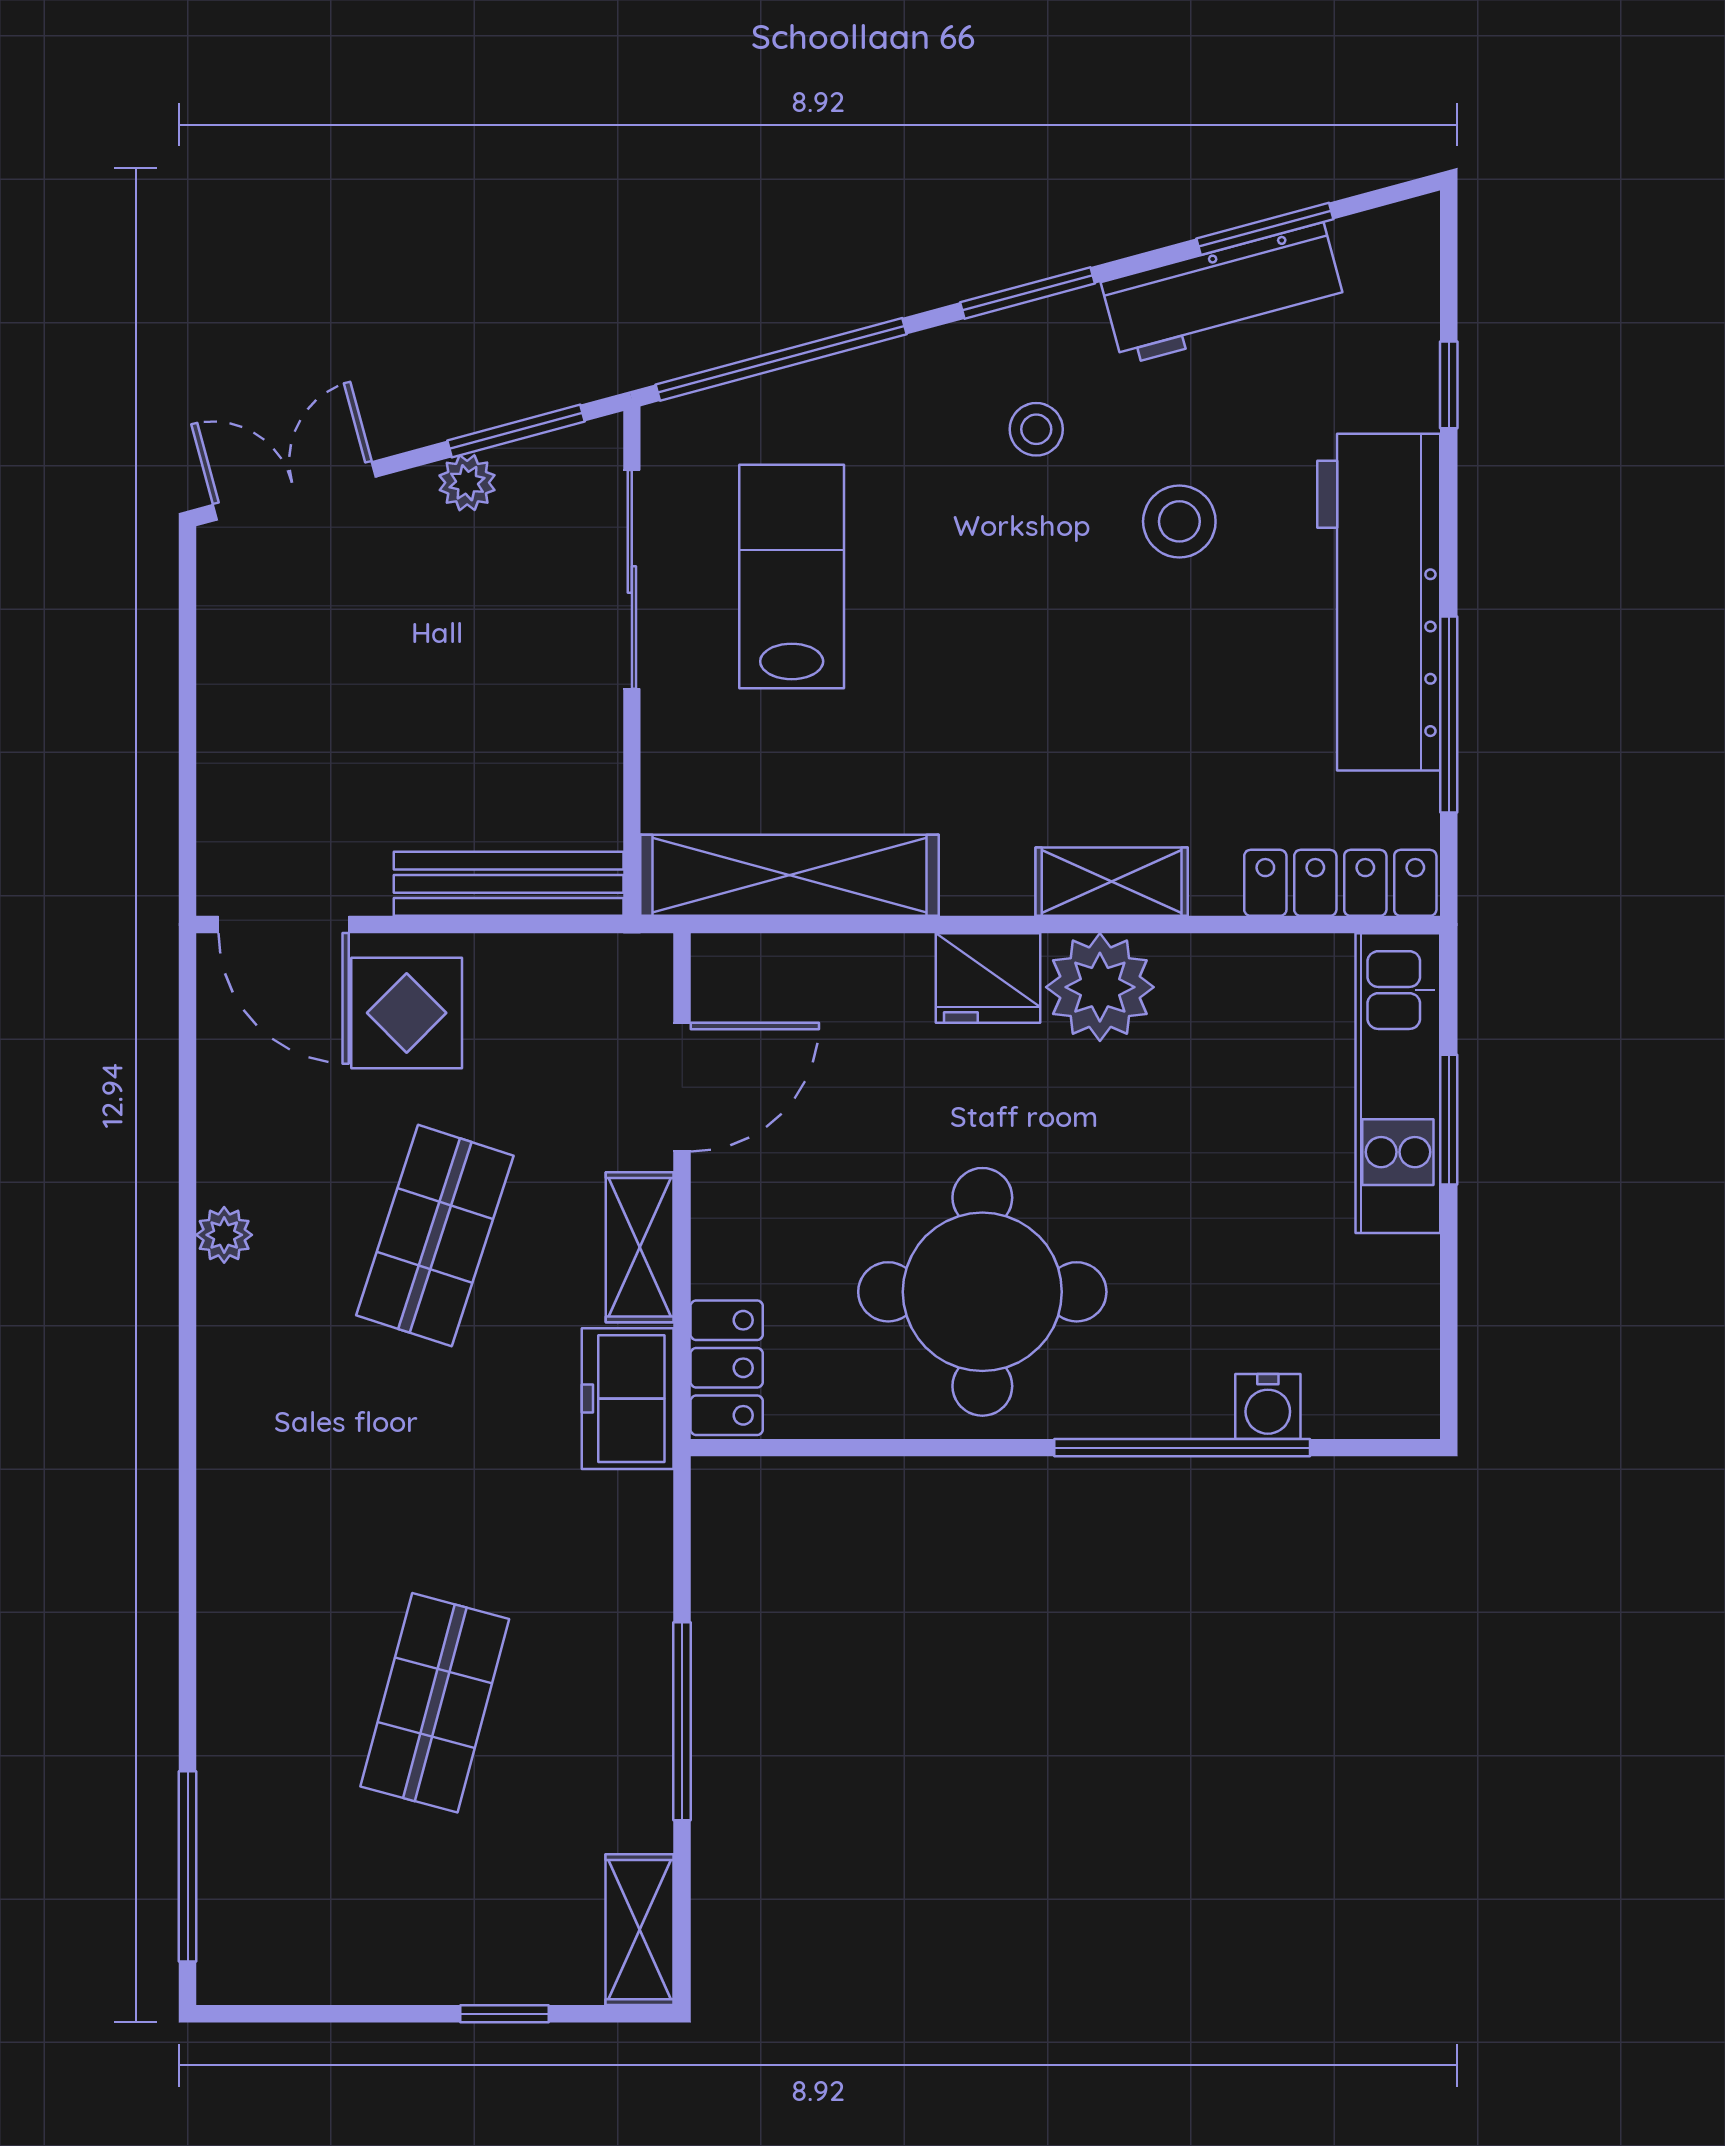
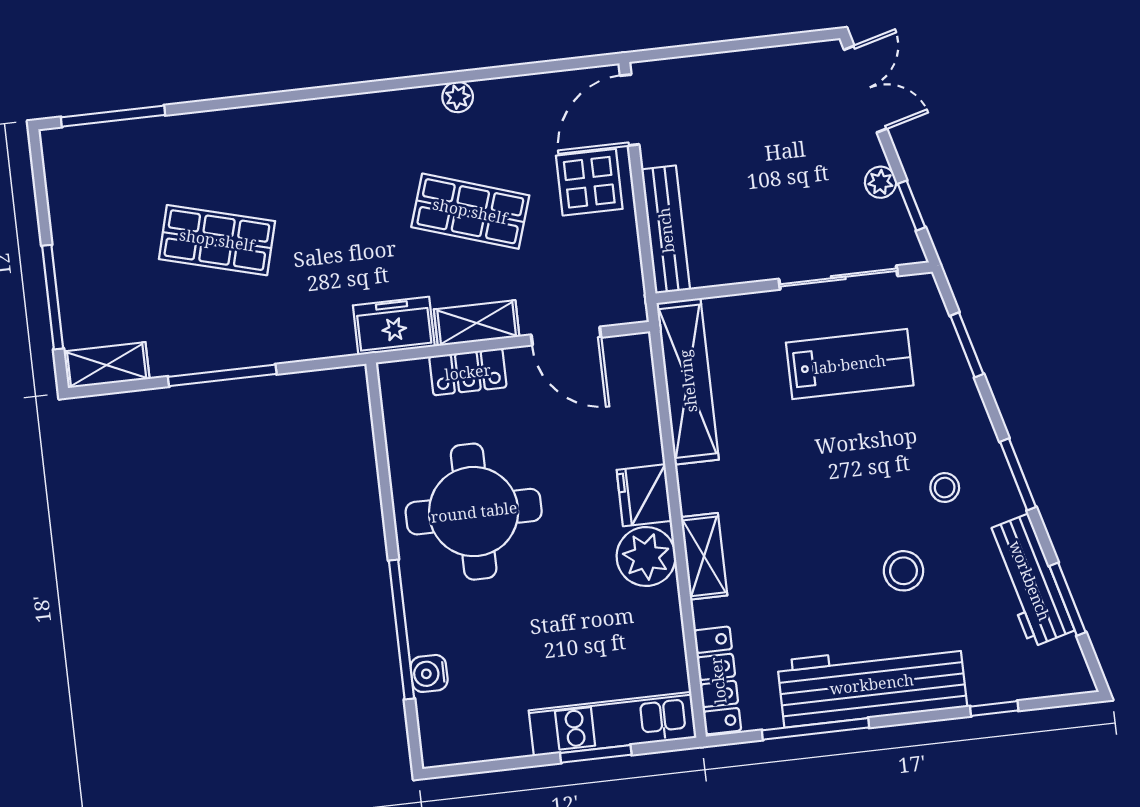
window: (781, 359) -> (967, 345), width x0.47
window: (516, 431) -> (912, 206), width x0.67
locker: (727, 1368) -> (468, 372), moved
window: (505, 2014) -> (53, 297), width x2.17

